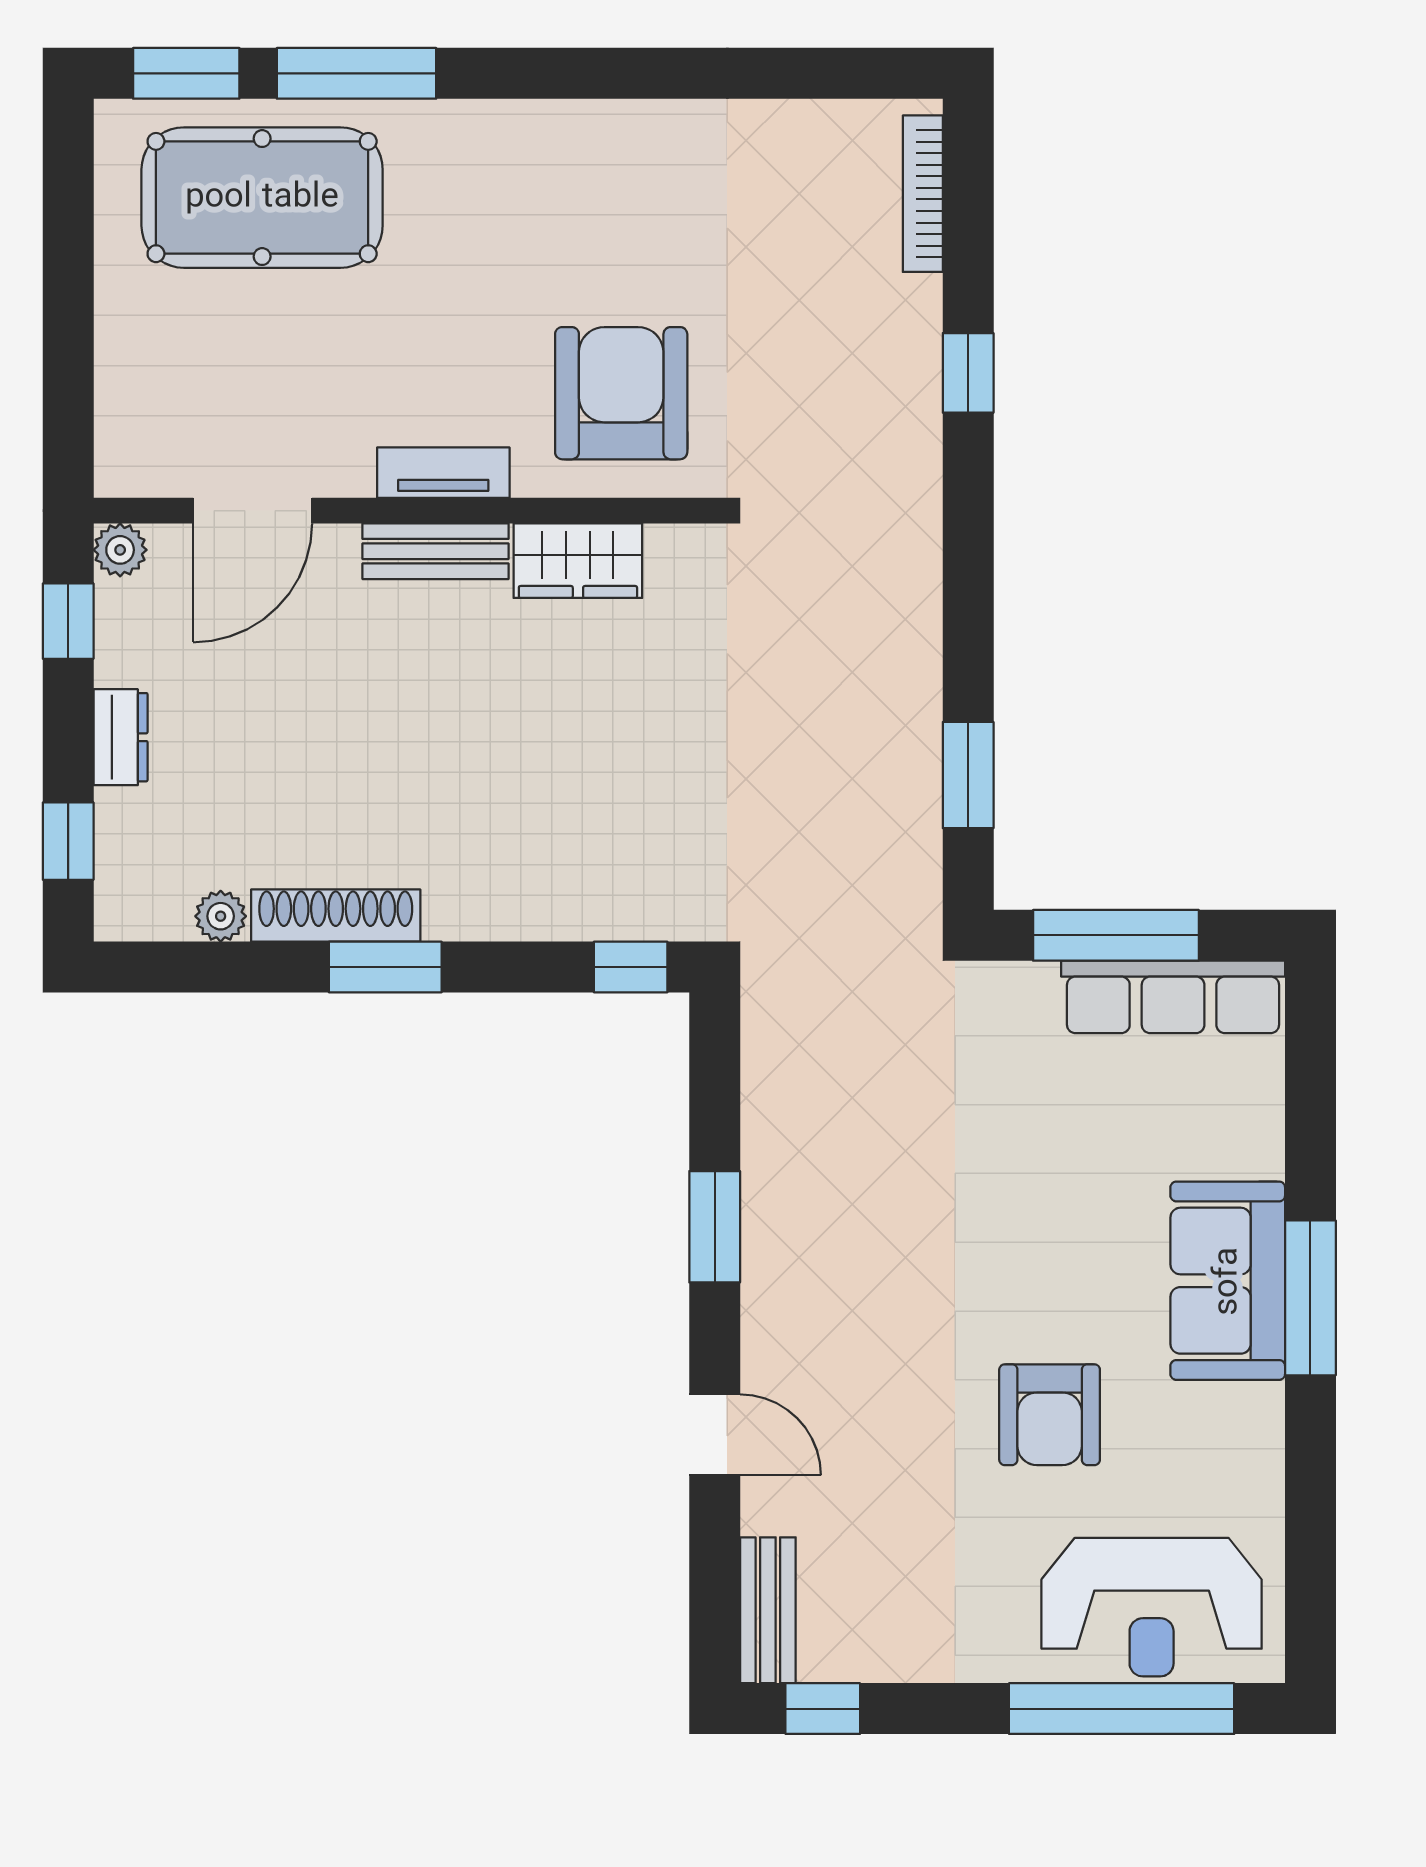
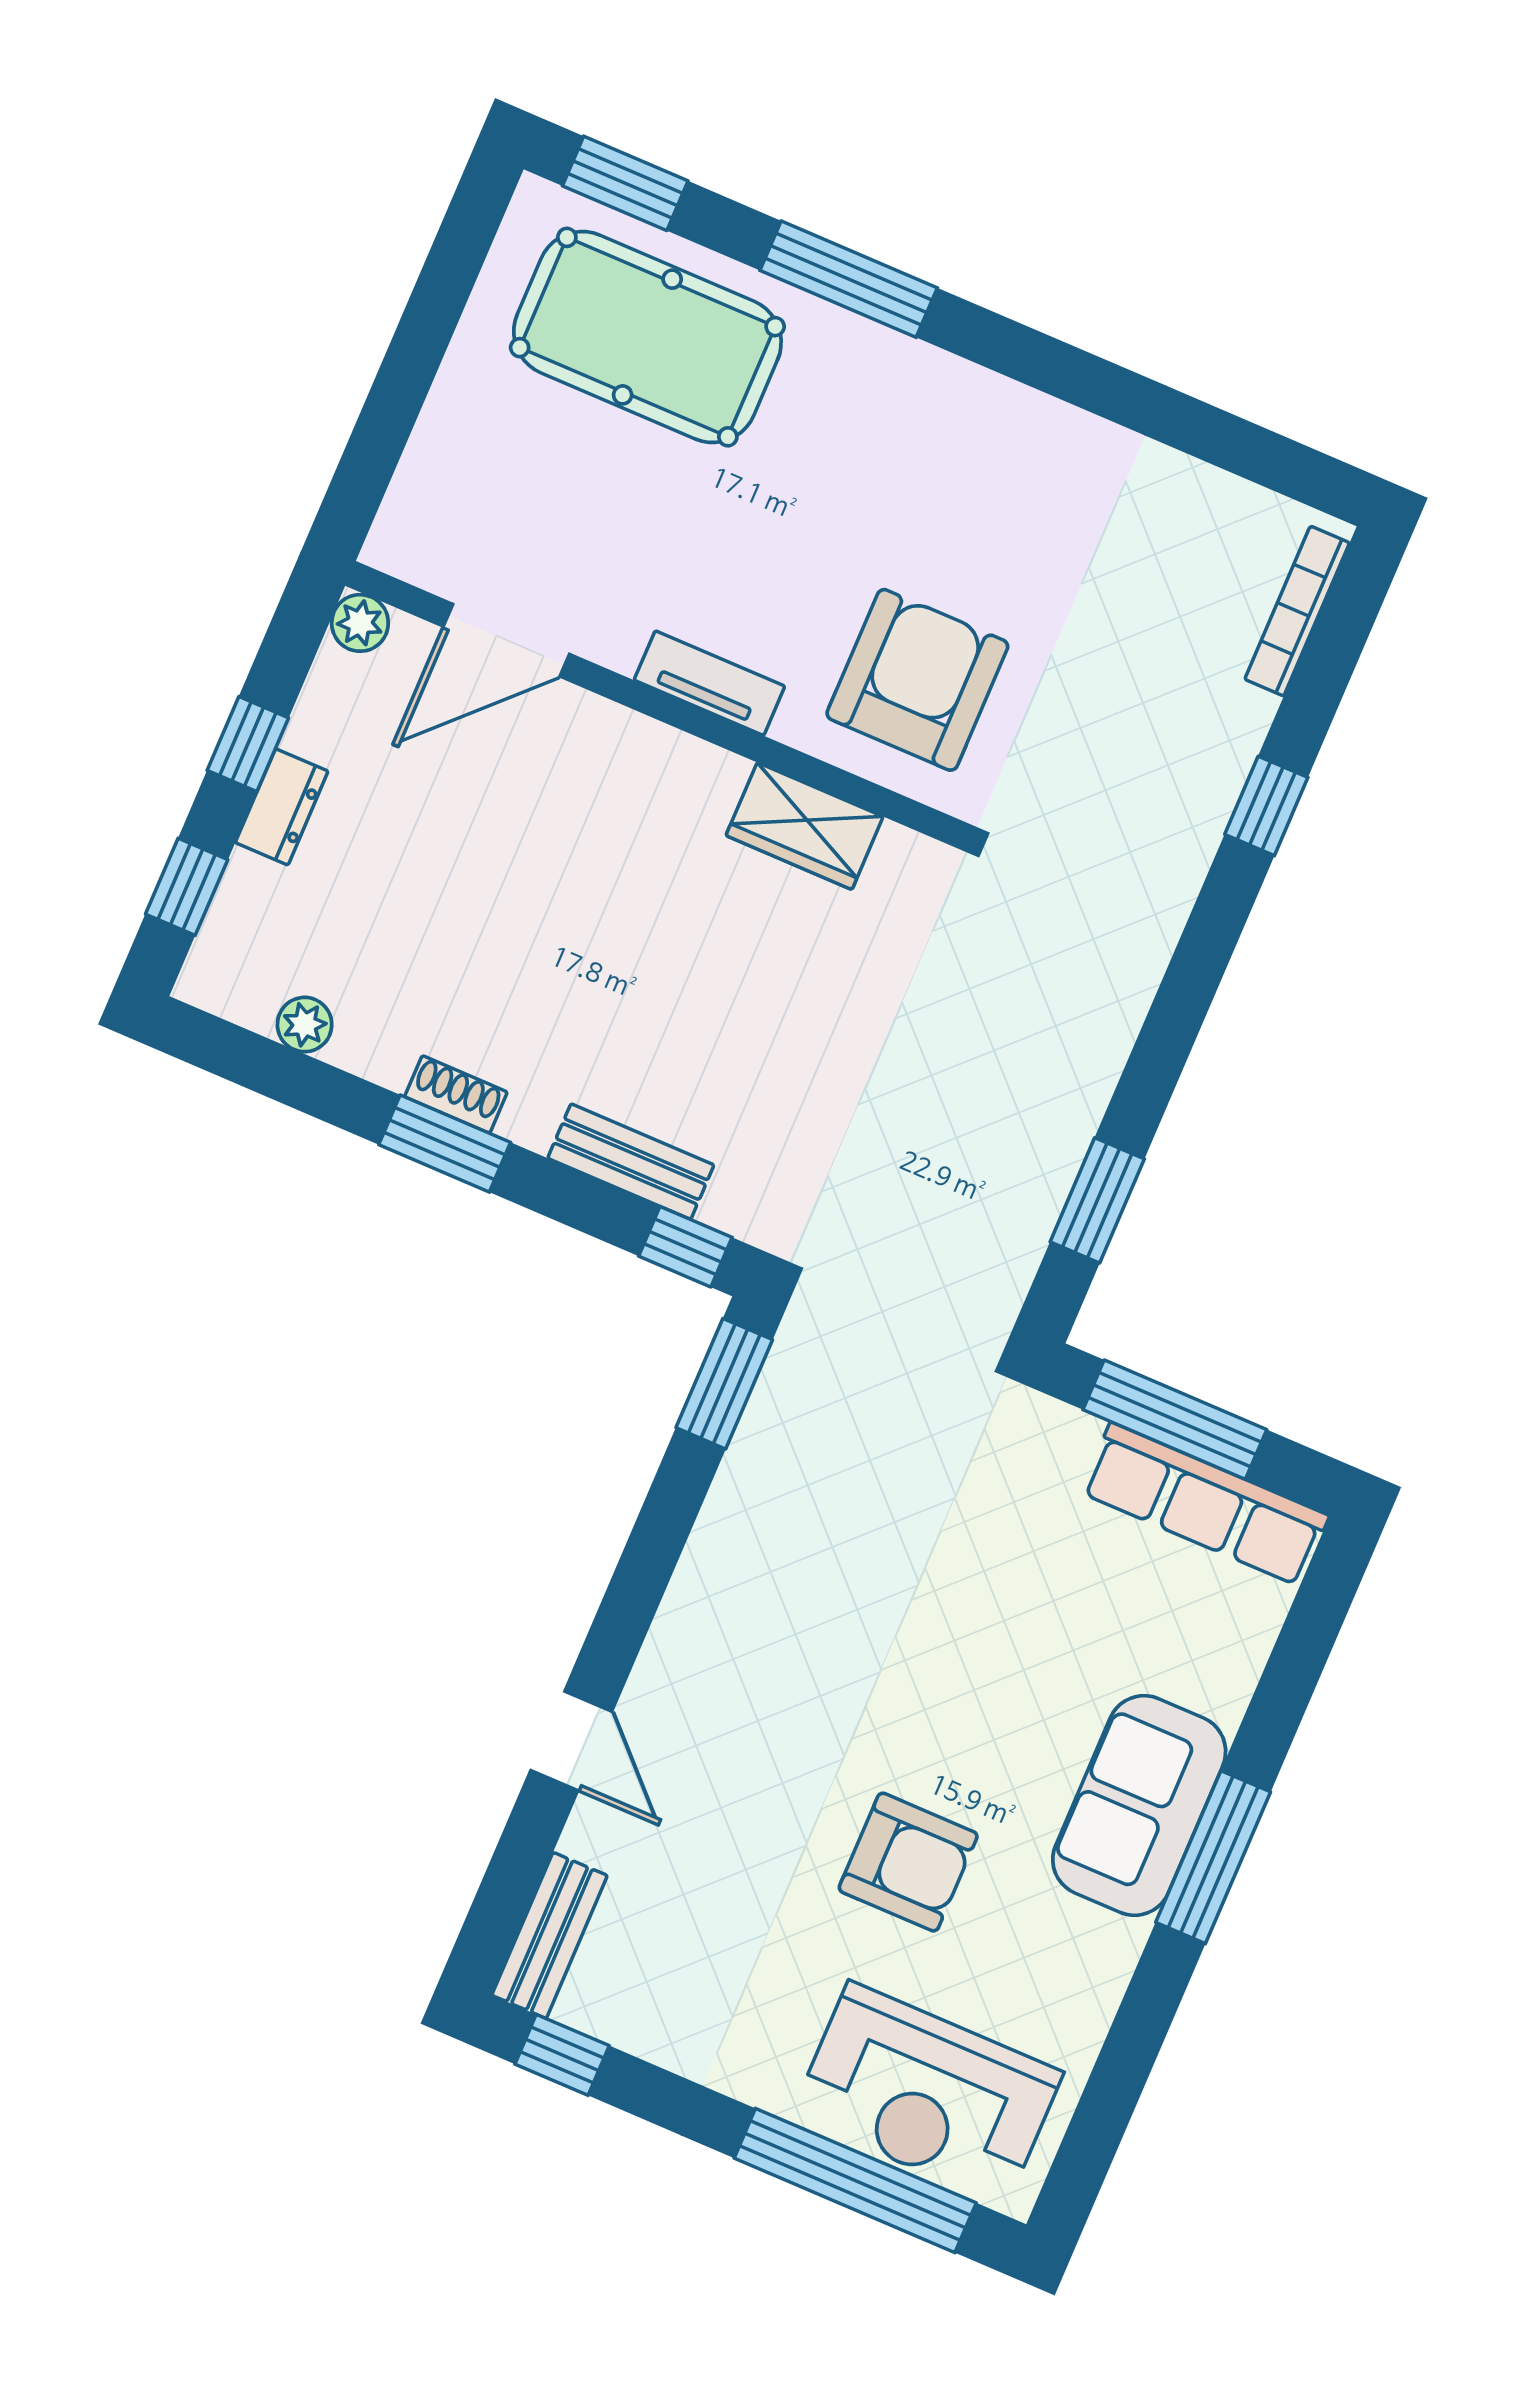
window: (357, 73) -> (849, 279), moved
bench: (435, 551) -> (631, 1162), moved
window: (68, 621) -> (248, 744), moved
shoe rack: (336, 916) -> (456, 1094), width x0.51, depth x0.81
window: (715, 1227) -> (724, 1384), moved
armchair: (1050, 1415) -> (908, 1862), turned -90

